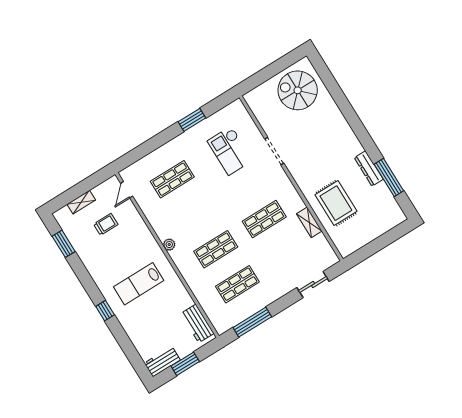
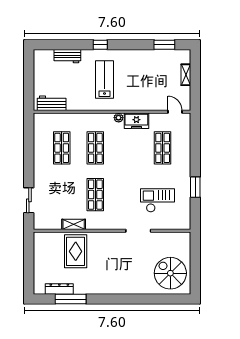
spiral stairs: (298, 90) -> (170, 273), turned -90
dresser: (369, 169) -> (59, 289), moved
rug: (336, 203) -> (76, 251), turned 90
trolley: (106, 224) -> (160, 82), removed
freezer: (161, 224) -> (136, 121), added
window: (252, 322) -> (29, 142), removed
workbench: (162, 361) -> (67, 56), moved, turned 90
window: (185, 364) -> (29, 77), removed

